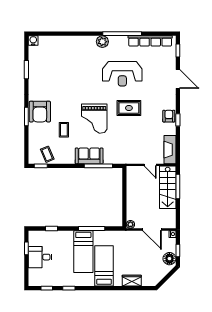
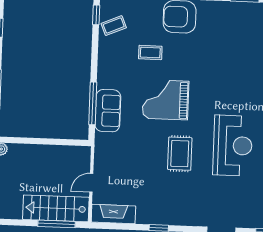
reception desk: (122, 74) -> (233, 146), turned 180
armchair: (169, 116) -> (165, 214), removed
sofa: (89, 156) -> (108, 111), moved

